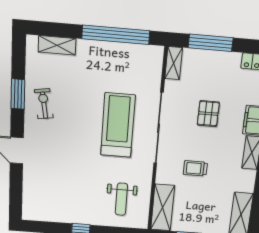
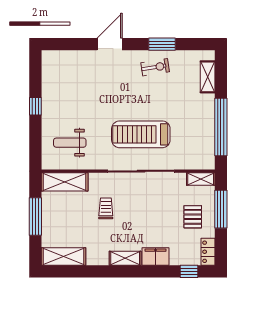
pallet: (208, 114) -> (193, 217), moved, turned 90
treadmill: (118, 125) -> (141, 134), turned 180

